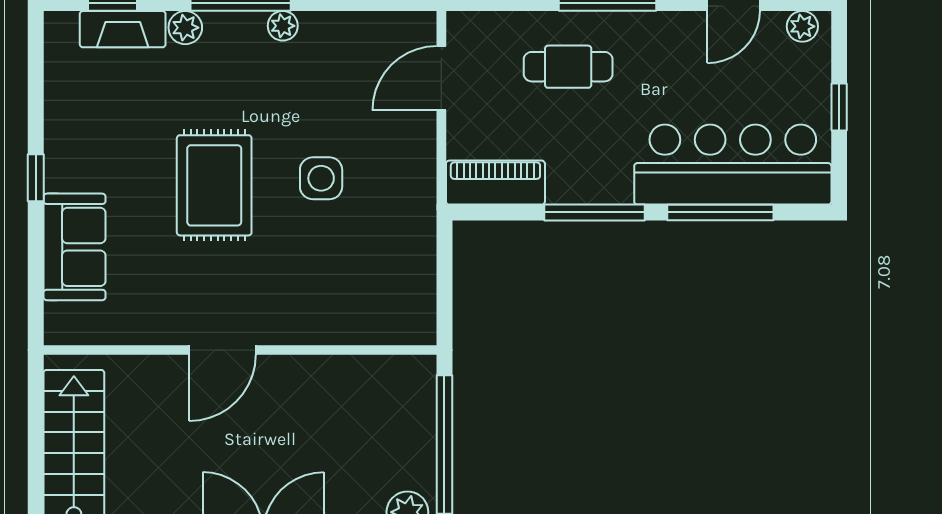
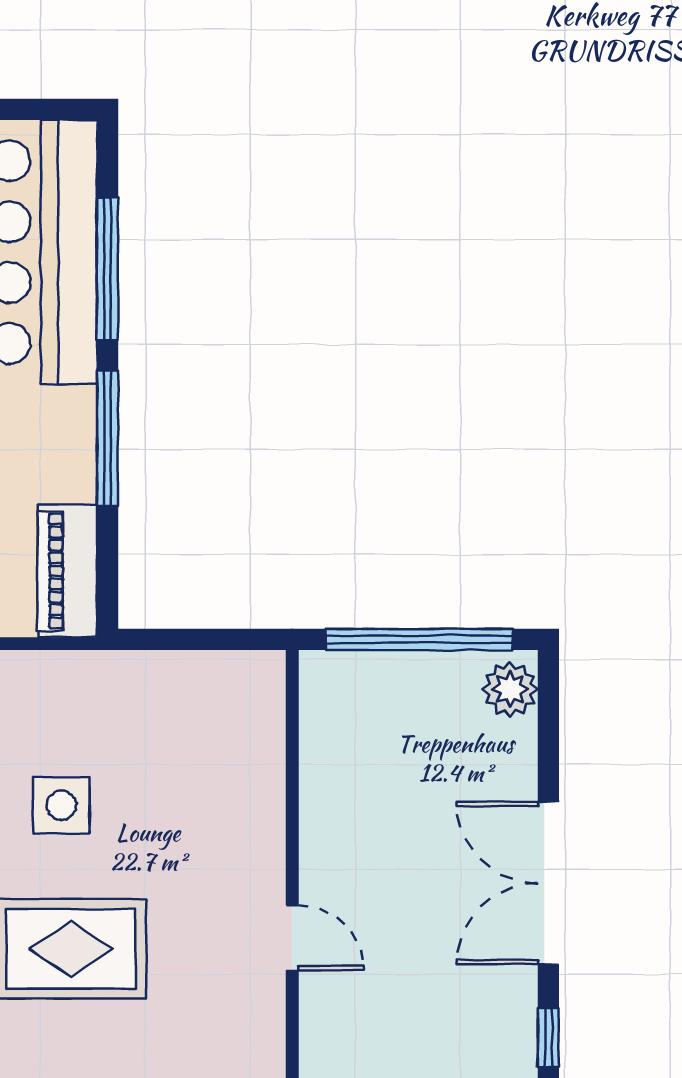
door: (222, 350) -> (292, 938), width x0.73

